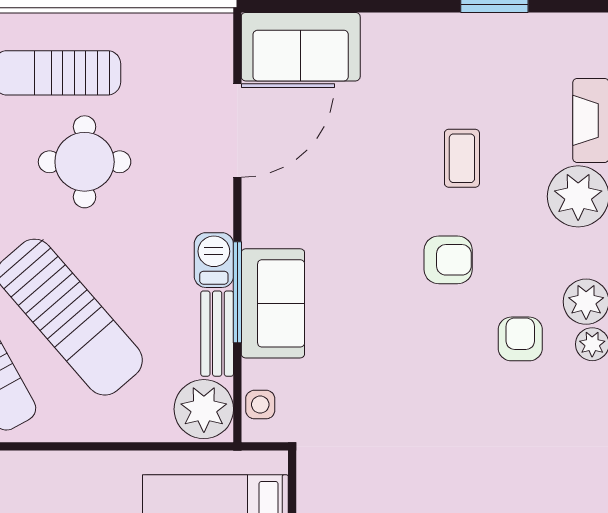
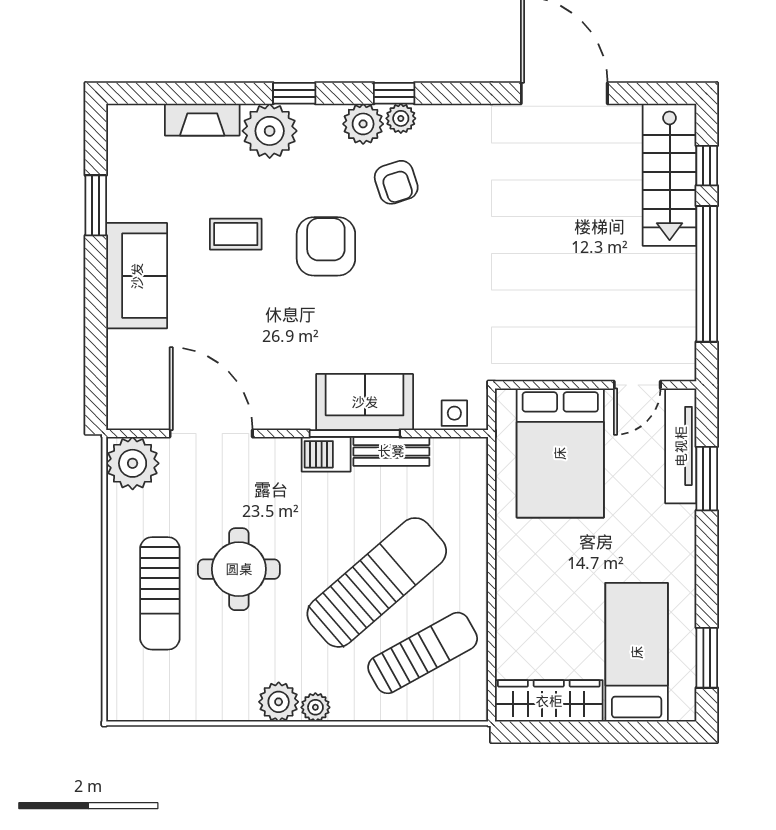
sofa: (301, 47) -> (137, 276), moved
armchair: (448, 260) -> (326, 246), width x1.38, depth x1.38
armchair: (520, 339) -> (396, 182), turned -108
plant: (204, 409) -> (133, 463), moved

